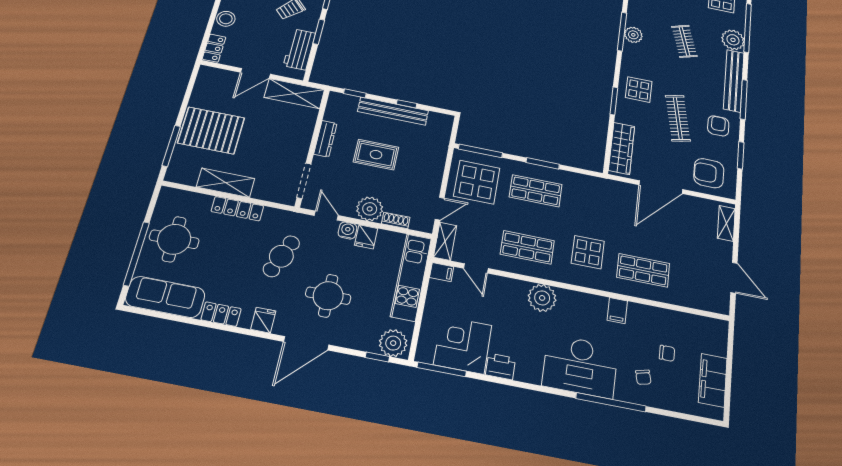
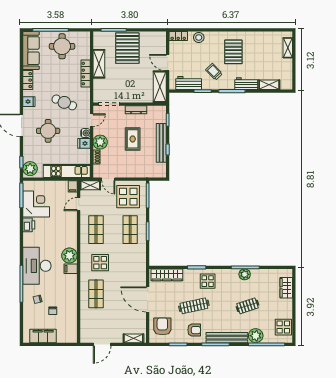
plant: (542, 298) -> (69, 255), moved
filing cabinet: (617, 311) -> (71, 269), moved

